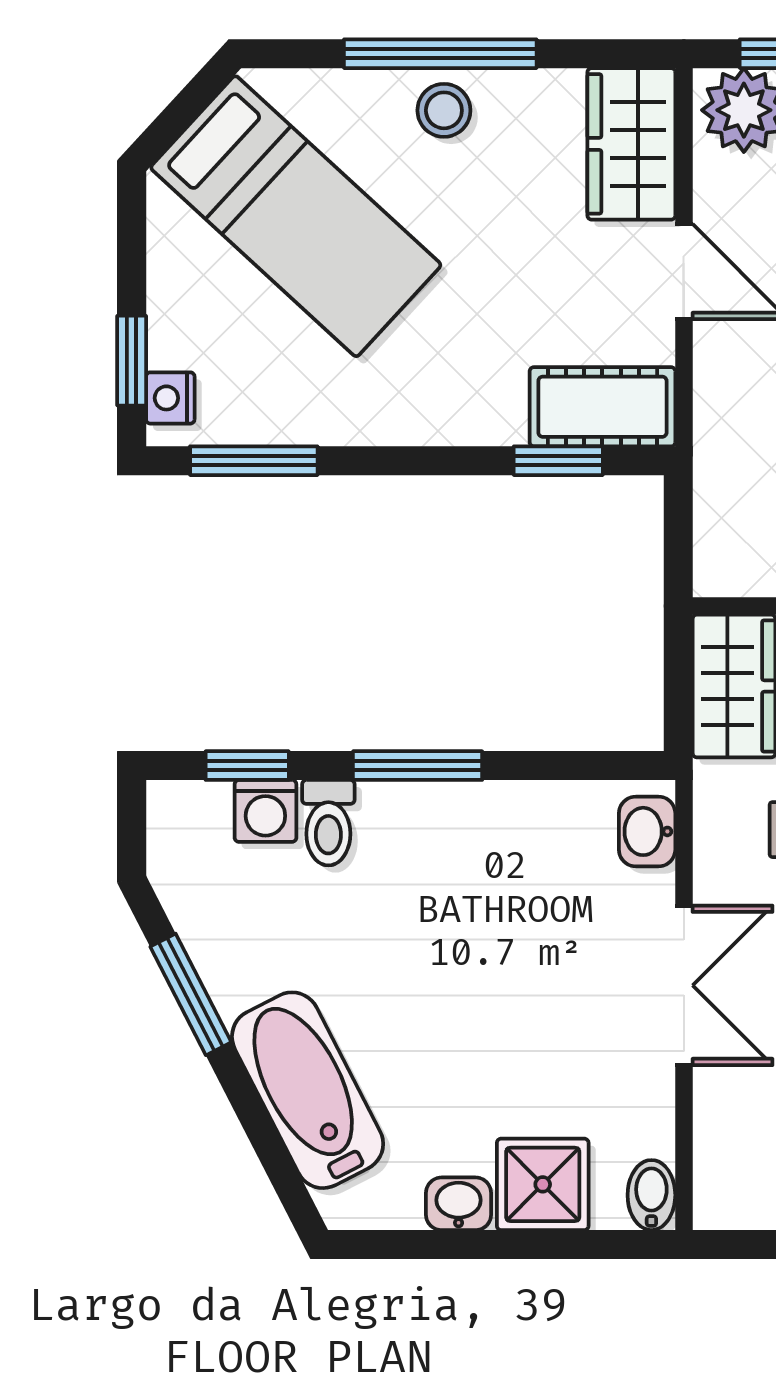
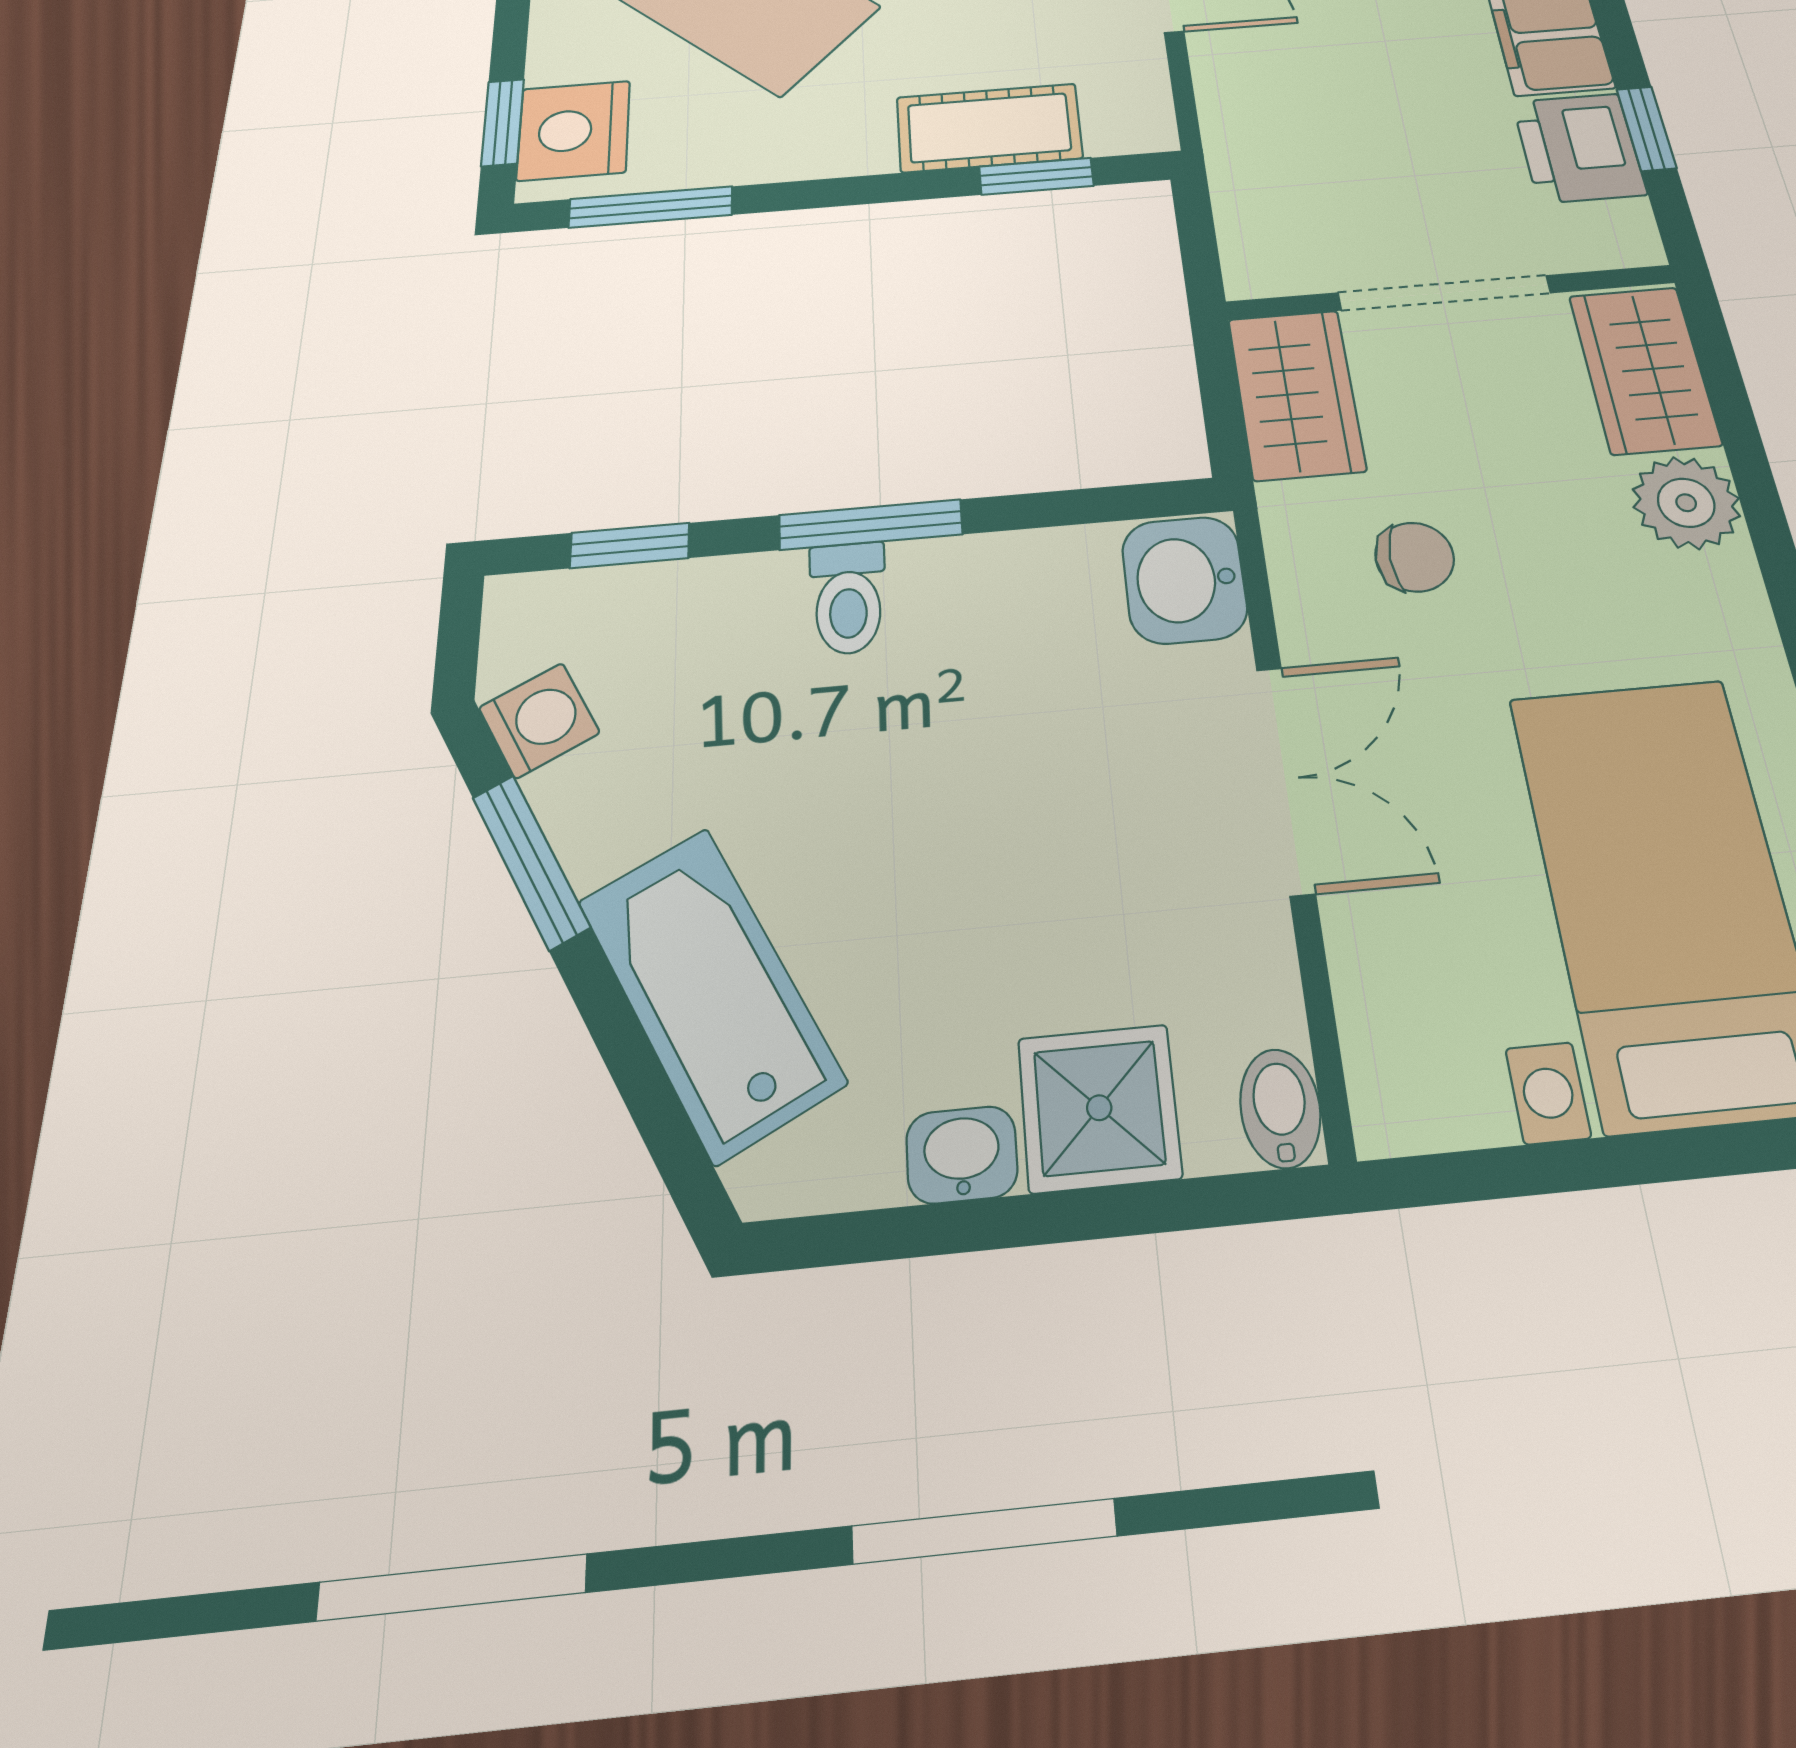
nightstand: (170, 398) -> (574, 130), width x1.89, depth x1.79
cot: (602, 407) -> (989, 128), moved
washing machine: (265, 811) -> (539, 720), moved, turned -117
toilet: (328, 823) -> (848, 598), moved
washbasin: (647, 831) -> (1184, 580), width x1.38, depth x1.45

